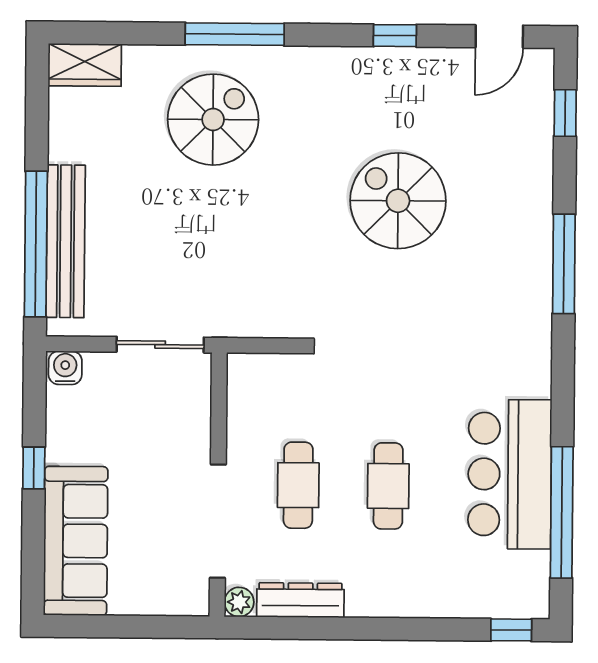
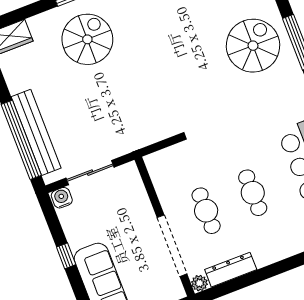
spiral stairs: (398, 201) -> (253, 46), moved, turned 90
sliding door: (160, 345) -> (90, 173), moved

